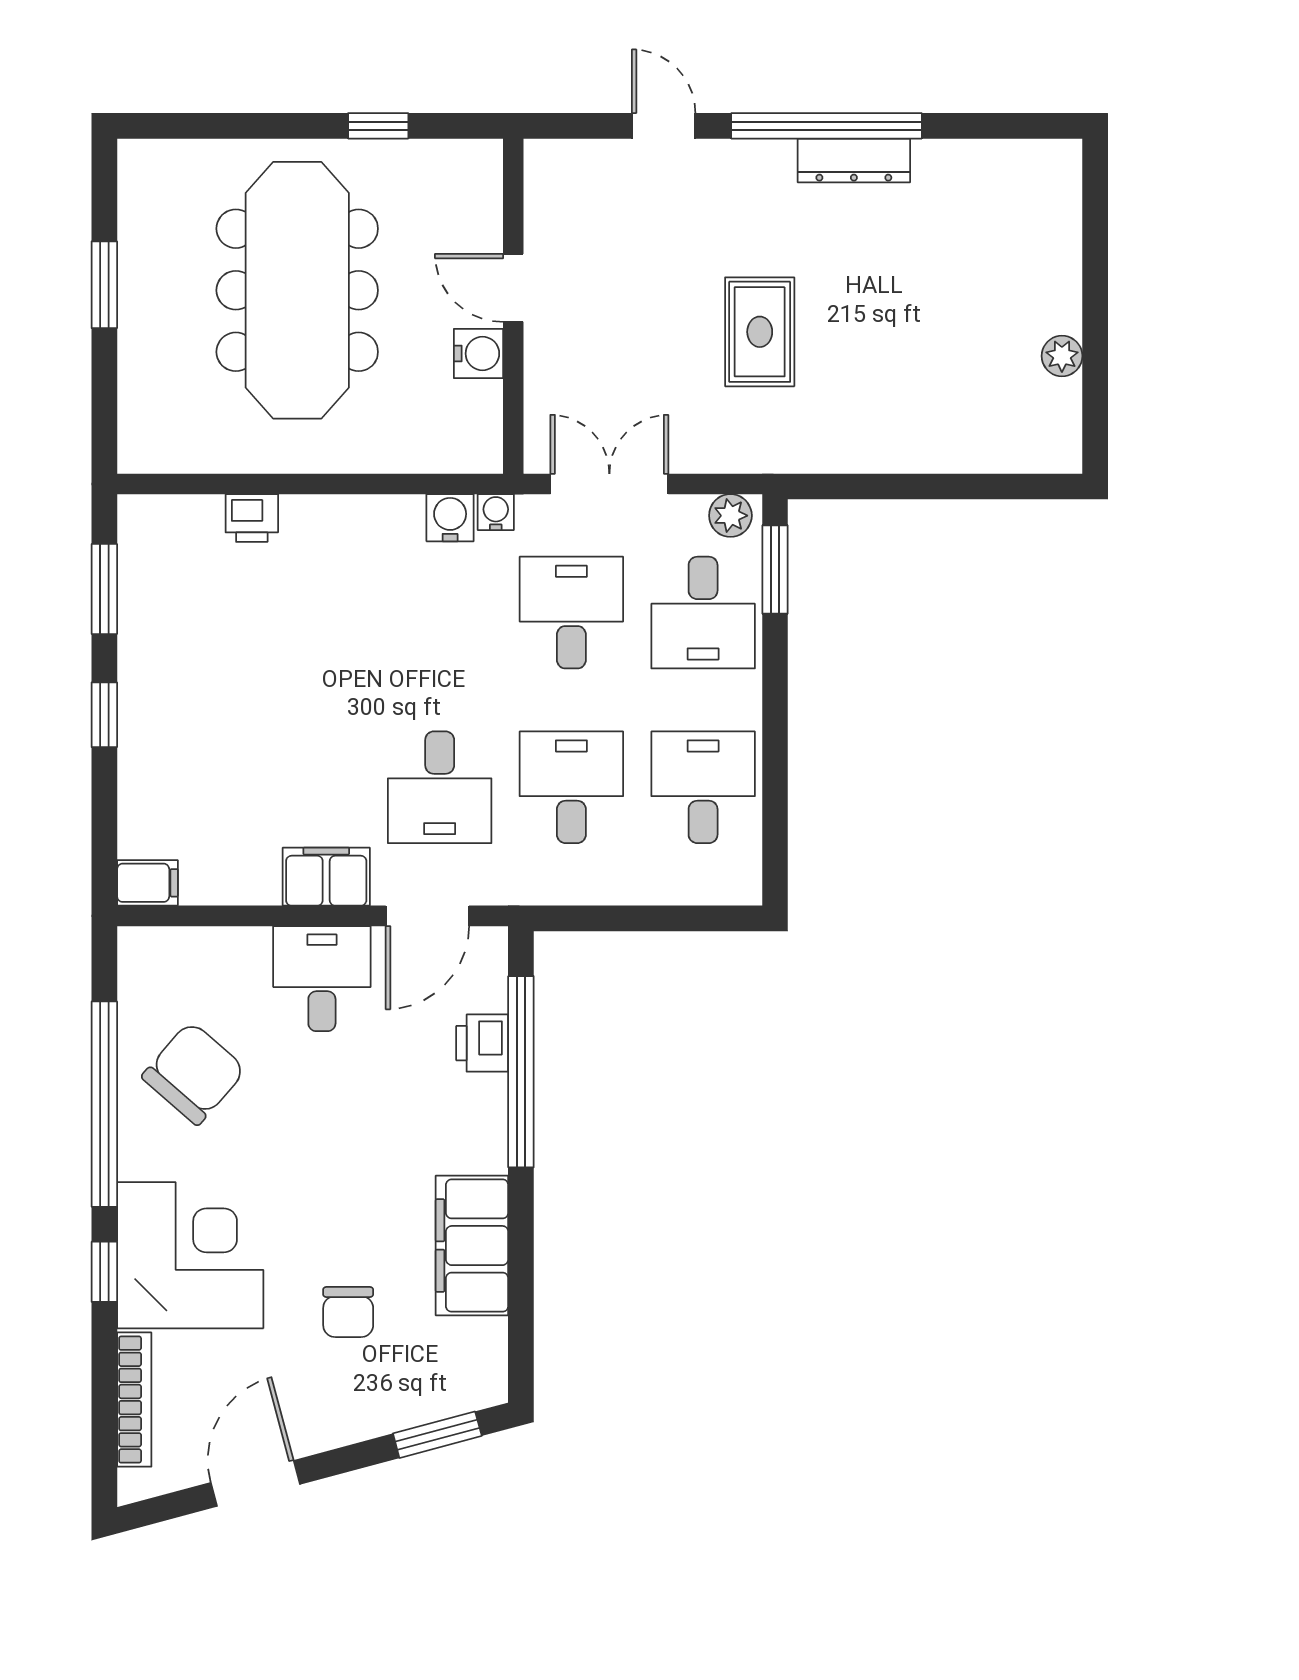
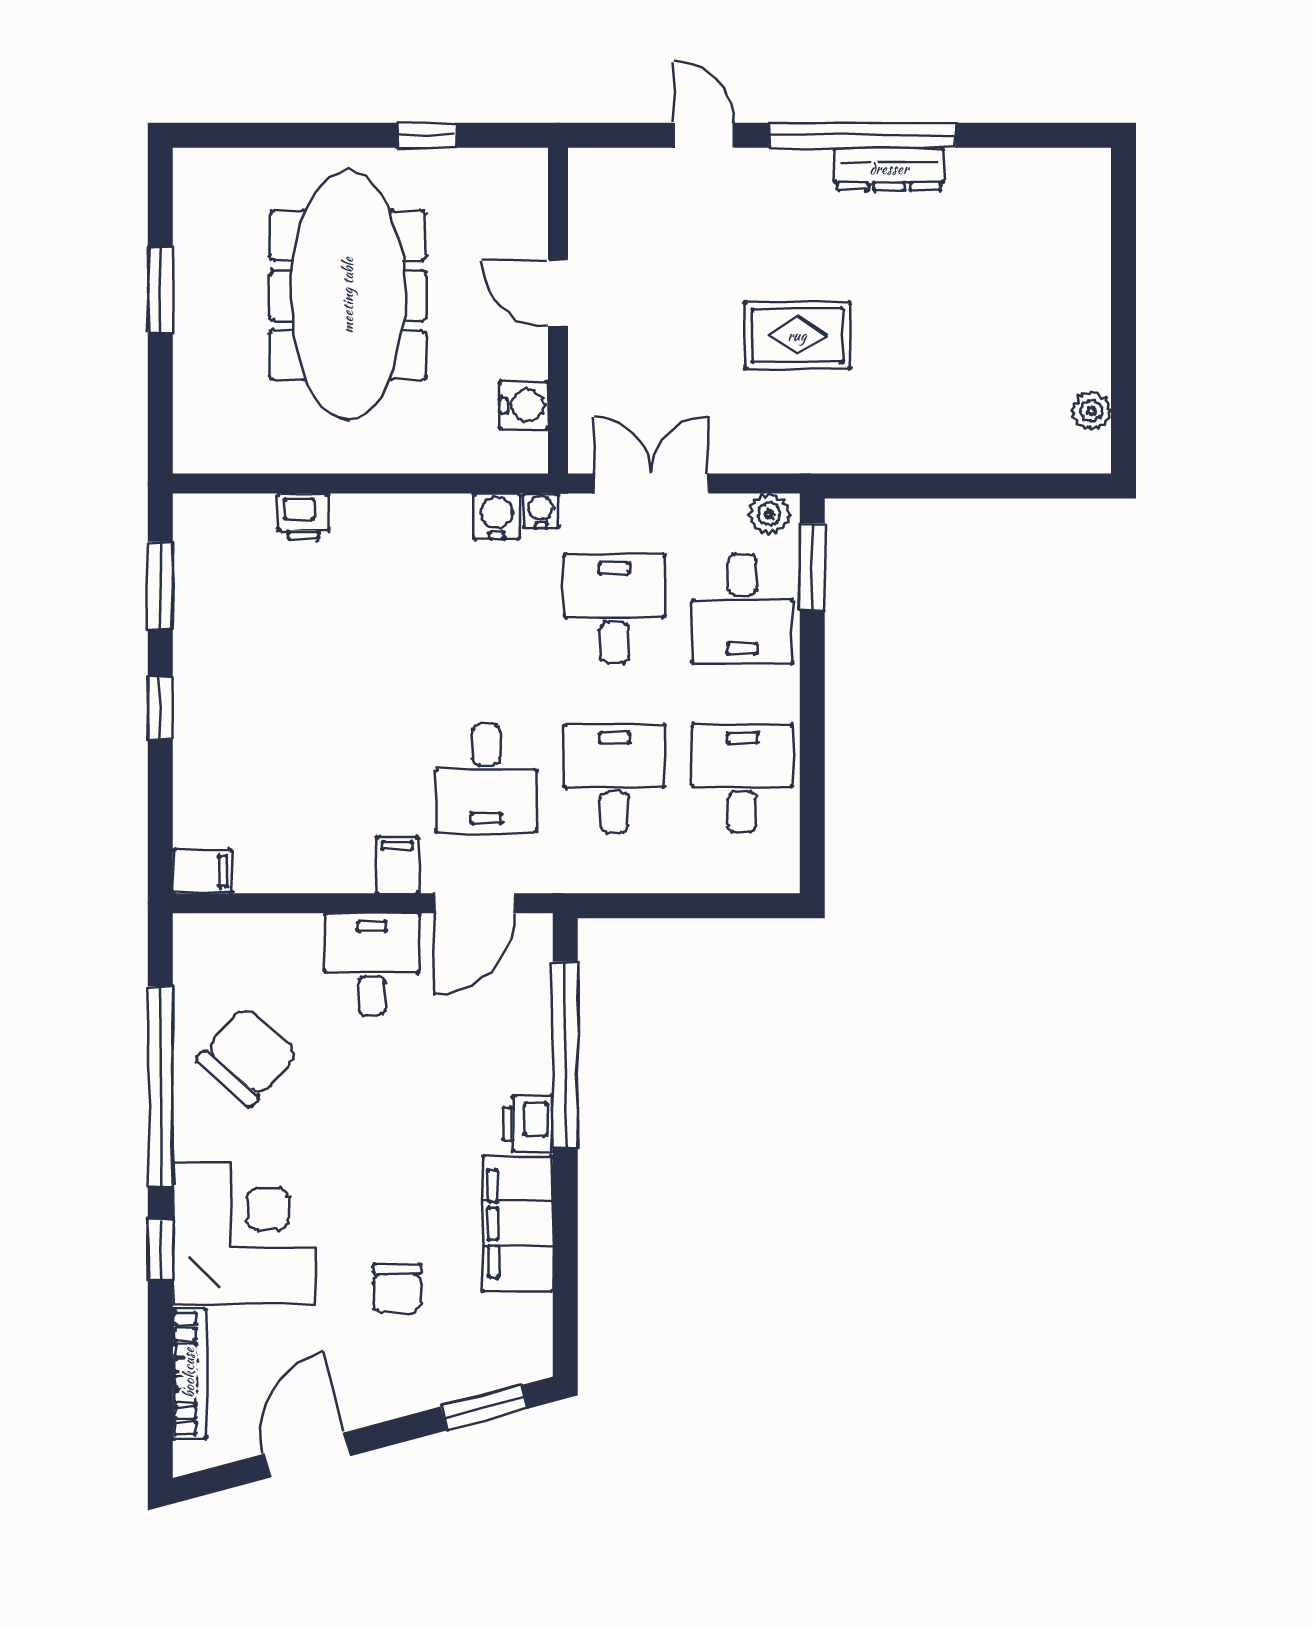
rug: (760, 332) -> (797, 336), turned 90
water cooler: (478, 354) -> (524, 406), moved
plant: (1062, 356) -> (1091, 411), moved
filing cabinet: (326, 877) -> (397, 865), width x0.50
printer: (482, 1043) -> (528, 1124), moved

